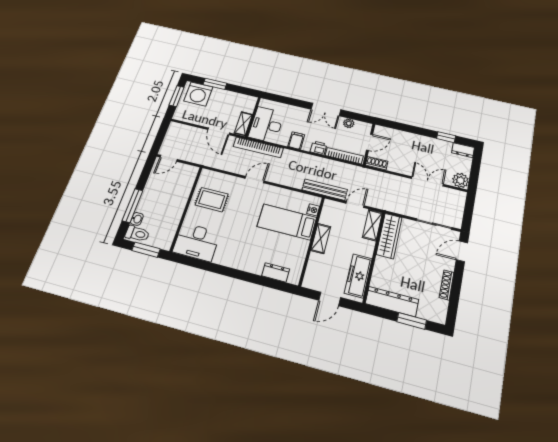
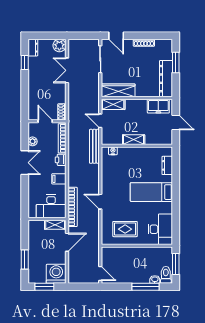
washing machine: (198, 94) -> (56, 274), moved, turned -90
rug: (212, 200) -> (125, 229), turned 90
bed: (287, 222) -> (151, 192), moved, turned 90
freezer: (358, 276) -> (158, 106), width x0.71

